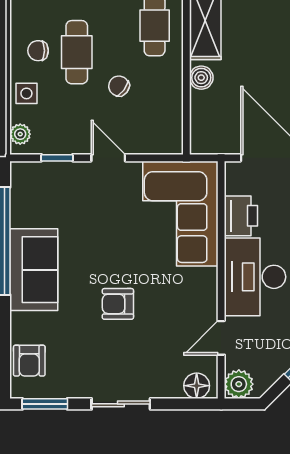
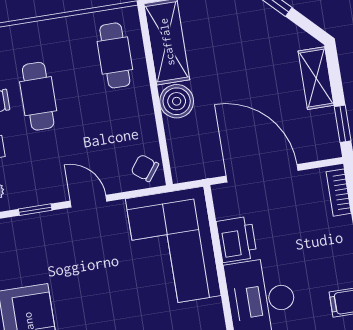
boiler: (201, 78) -> (177, 101), width x1.36, depth x1.36
chair: (119, 86) -> (145, 168), moved

